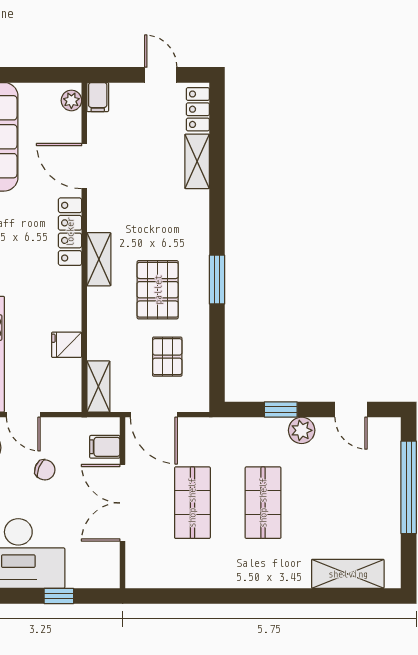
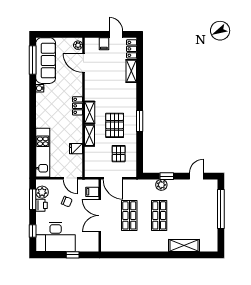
filing cabinet: (98, 97) -> (104, 44), moved
door: (84, 166) -> (83, 63), moved
locker: (70, 232) -> (77, 106), width x0.66
shelving: (98, 386) -> (89, 135), moved
door: (351, 409) -> (196, 176), swing flipped
door: (23, 415) -> (70, 178), moved
plant: (302, 430) -> (161, 185), moved
shelving: (348, 574) -> (184, 246), moved

